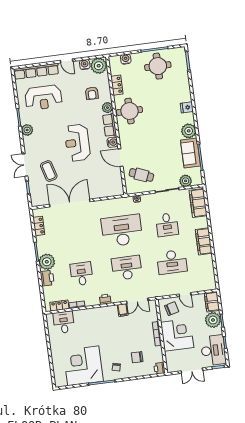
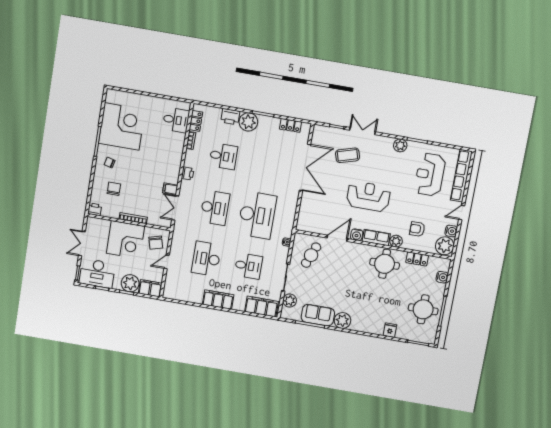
fridge: (187, 107) -> (390, 330), moved
desk: (167, 225) -> (248, 266), turned 180

